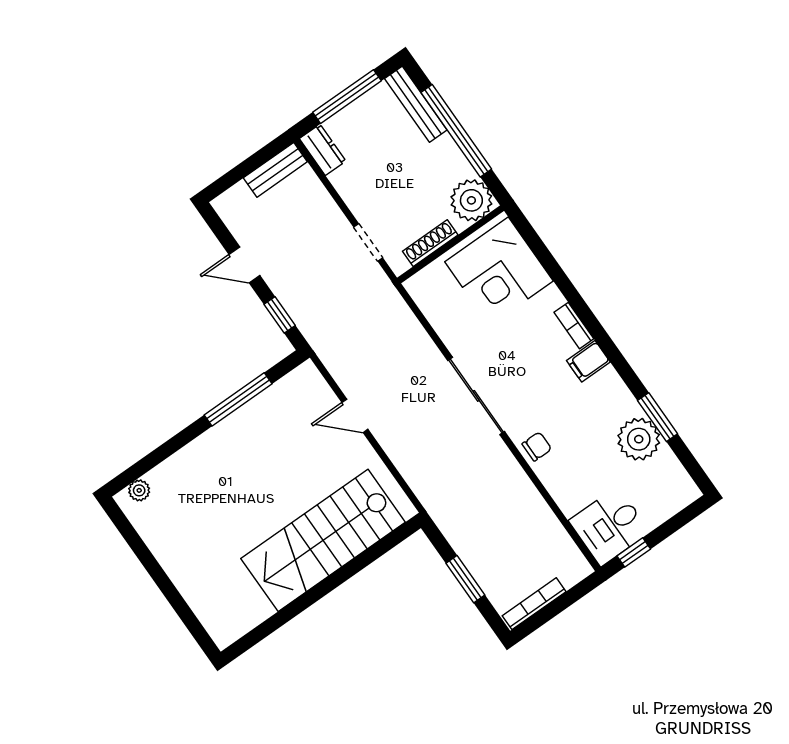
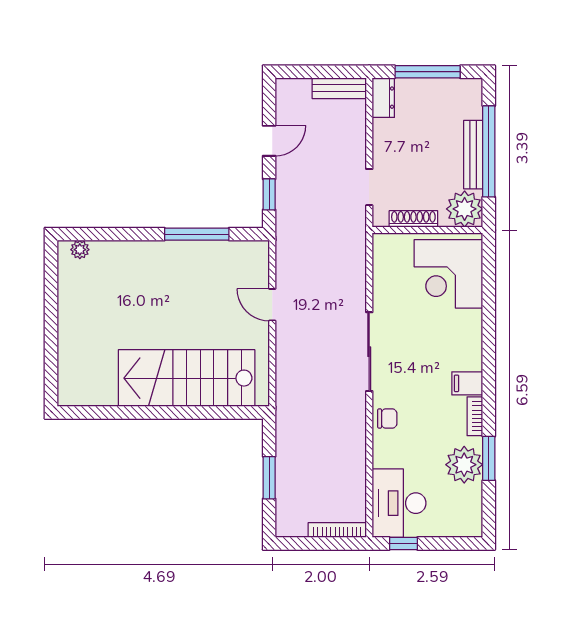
bench: (416, 104) -> (473, 155), moved
door: (244, 265) -> (269, 141), swing flipped
bookcase: (574, 326) -> (475, 416), moved
desk: (609, 526) -> (399, 503), width x1.37
bookcase: (534, 604) -> (337, 530), moved

